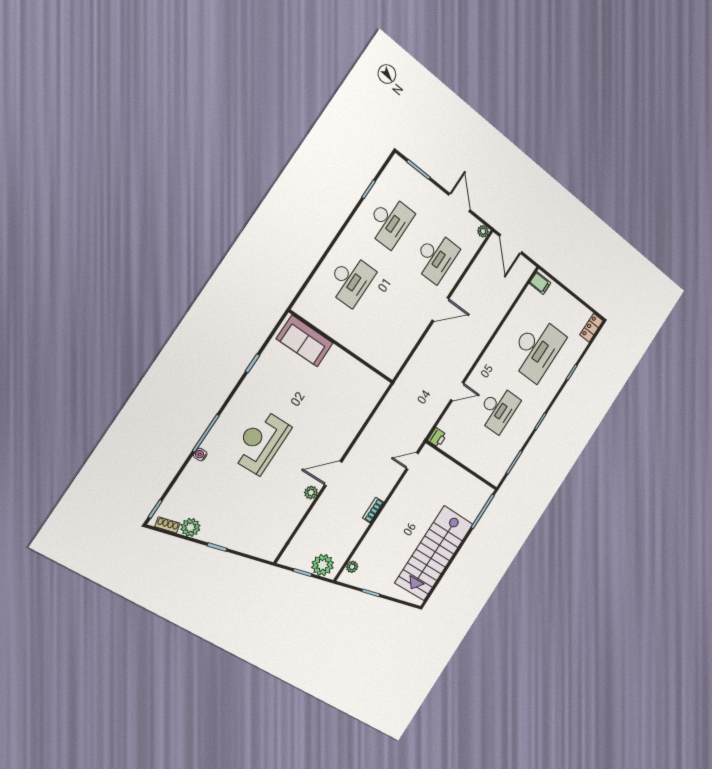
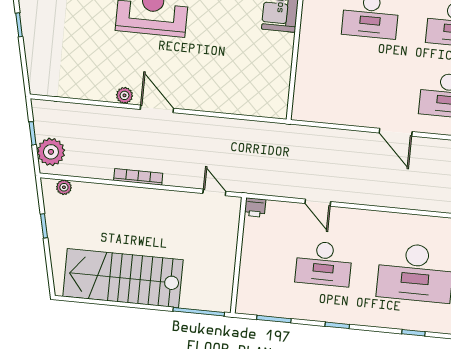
bookcase: (373, 510) -> (138, 177), width x1.56

